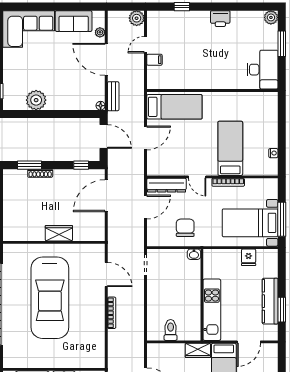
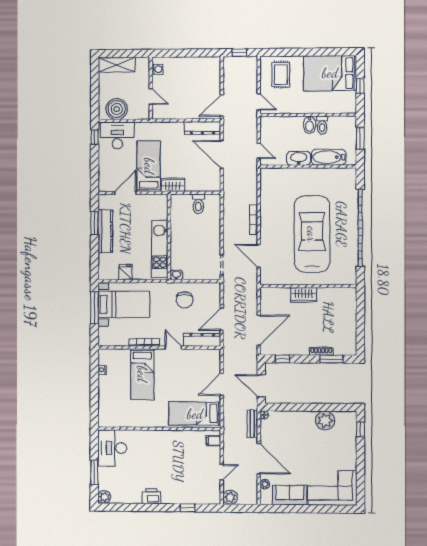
filing cabinet: (154, 60) -> (213, 441), moved
kitchen unit: (212, 310) -> (160, 249), moved

